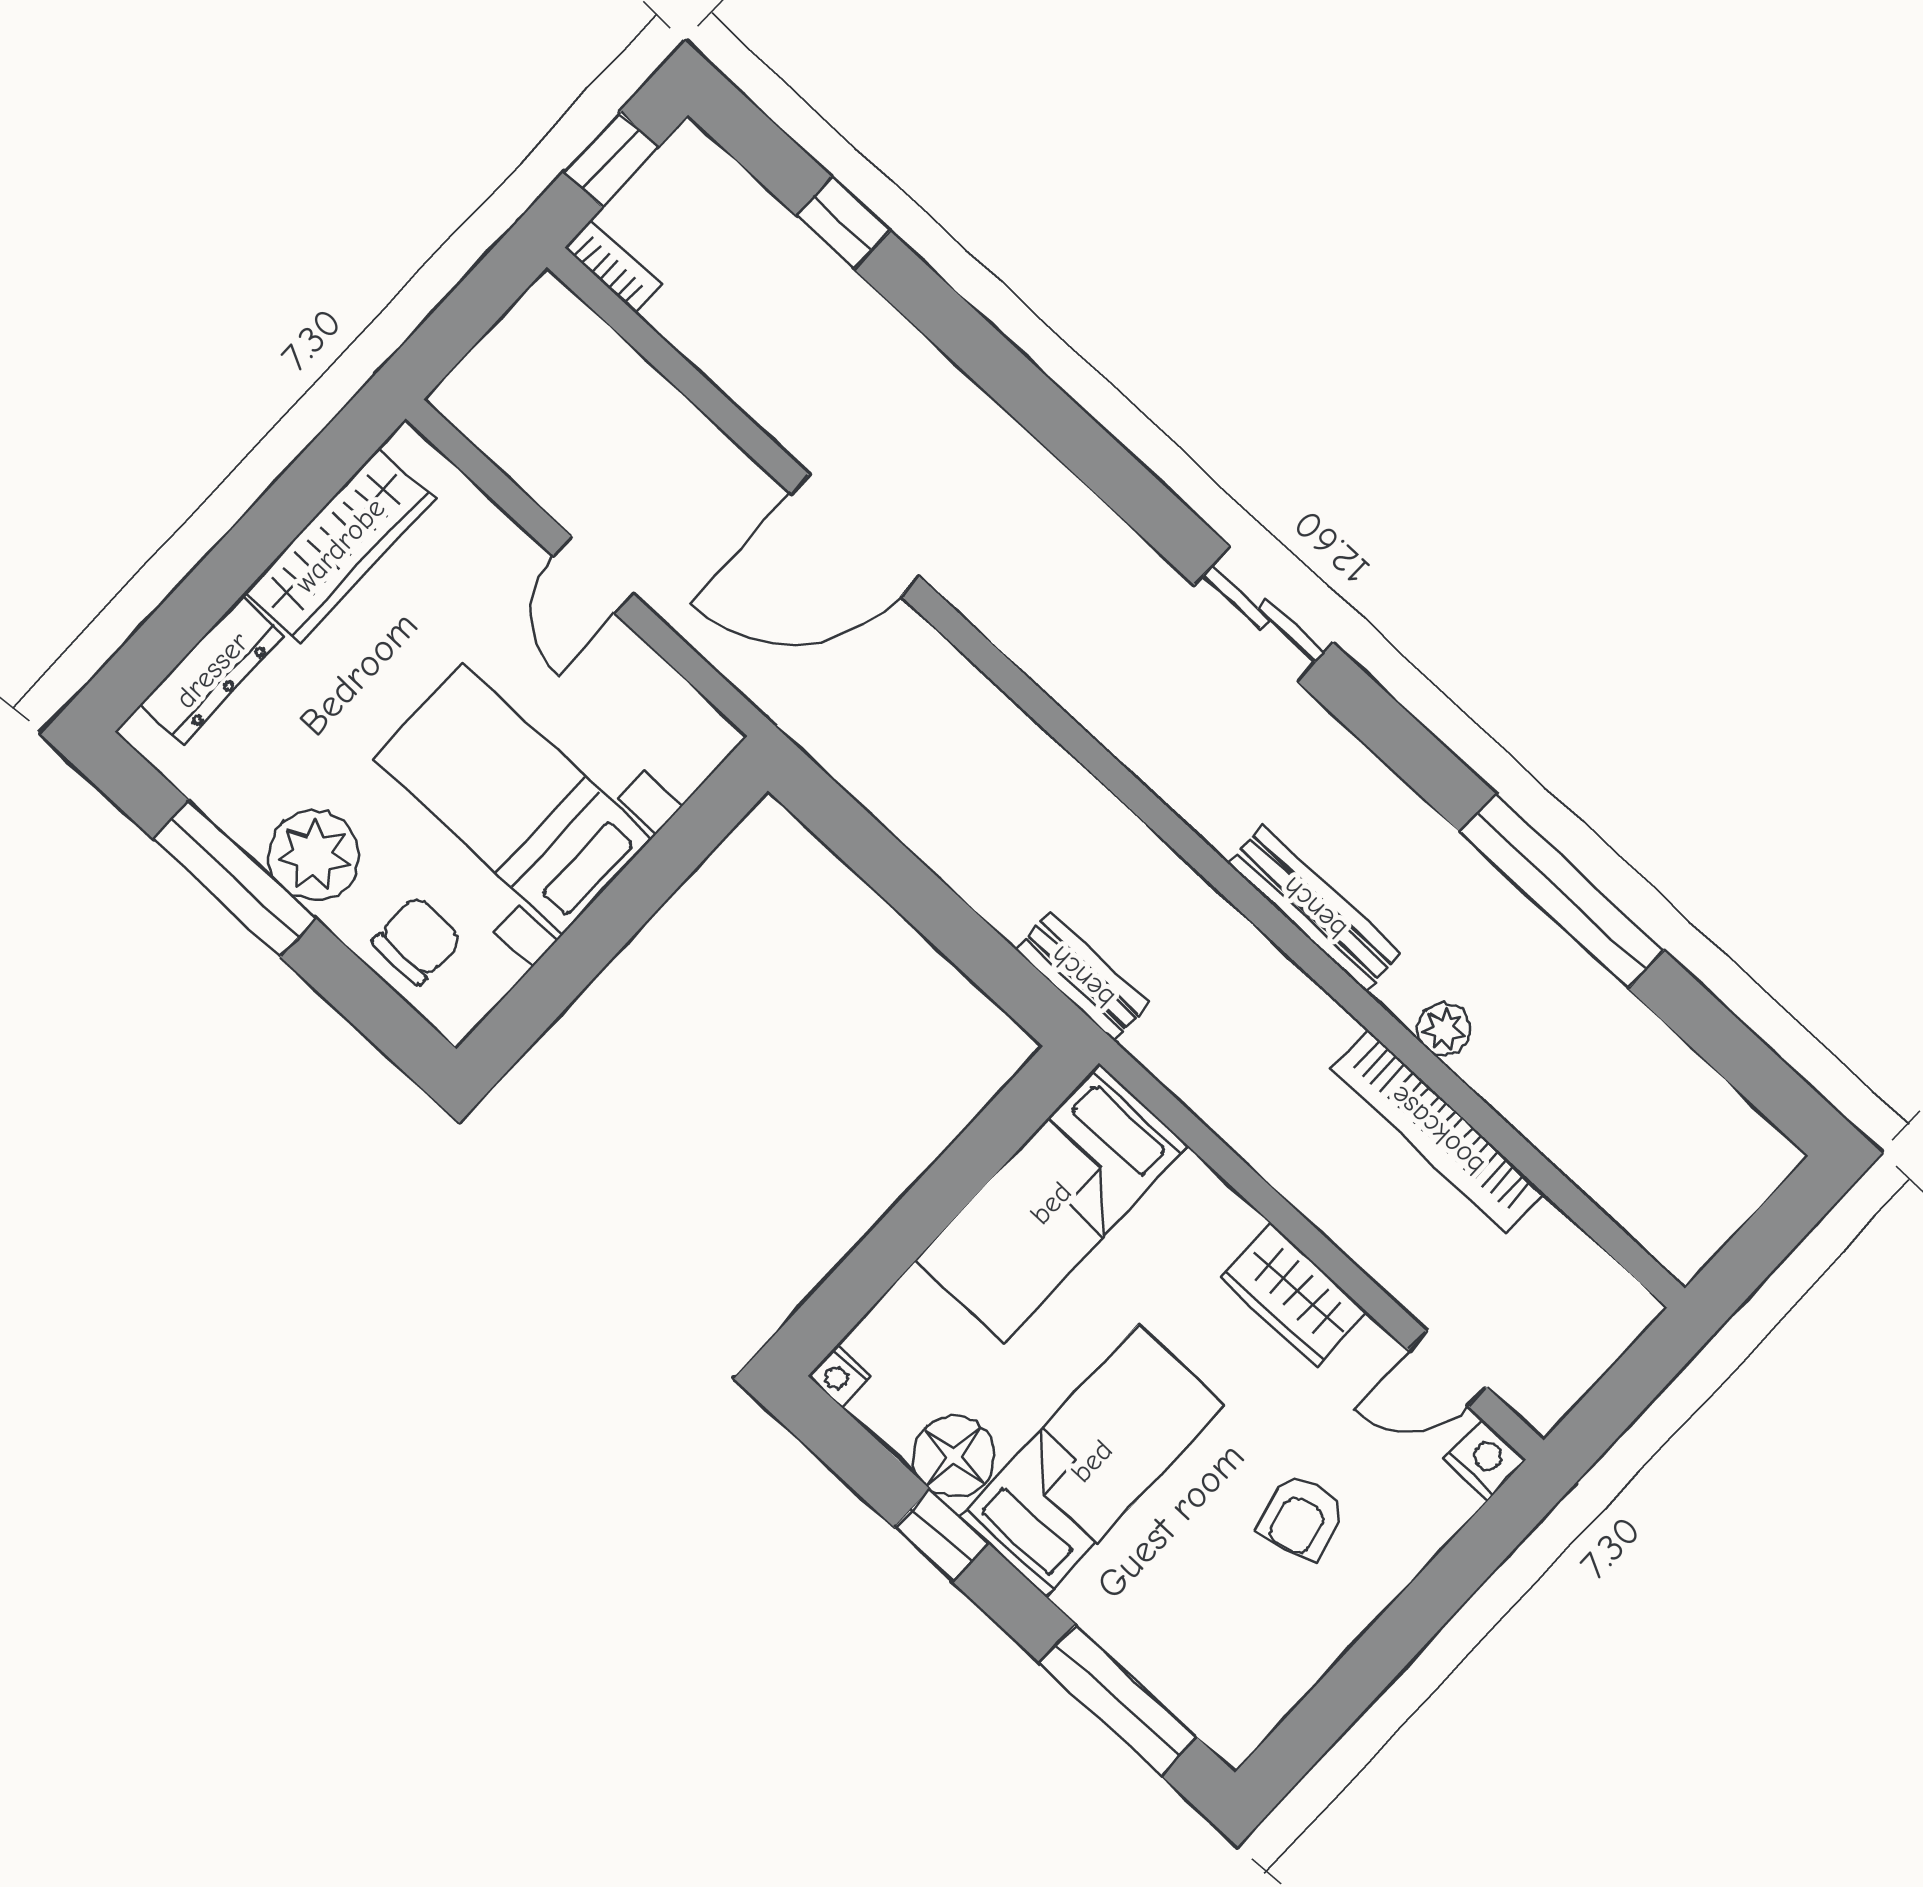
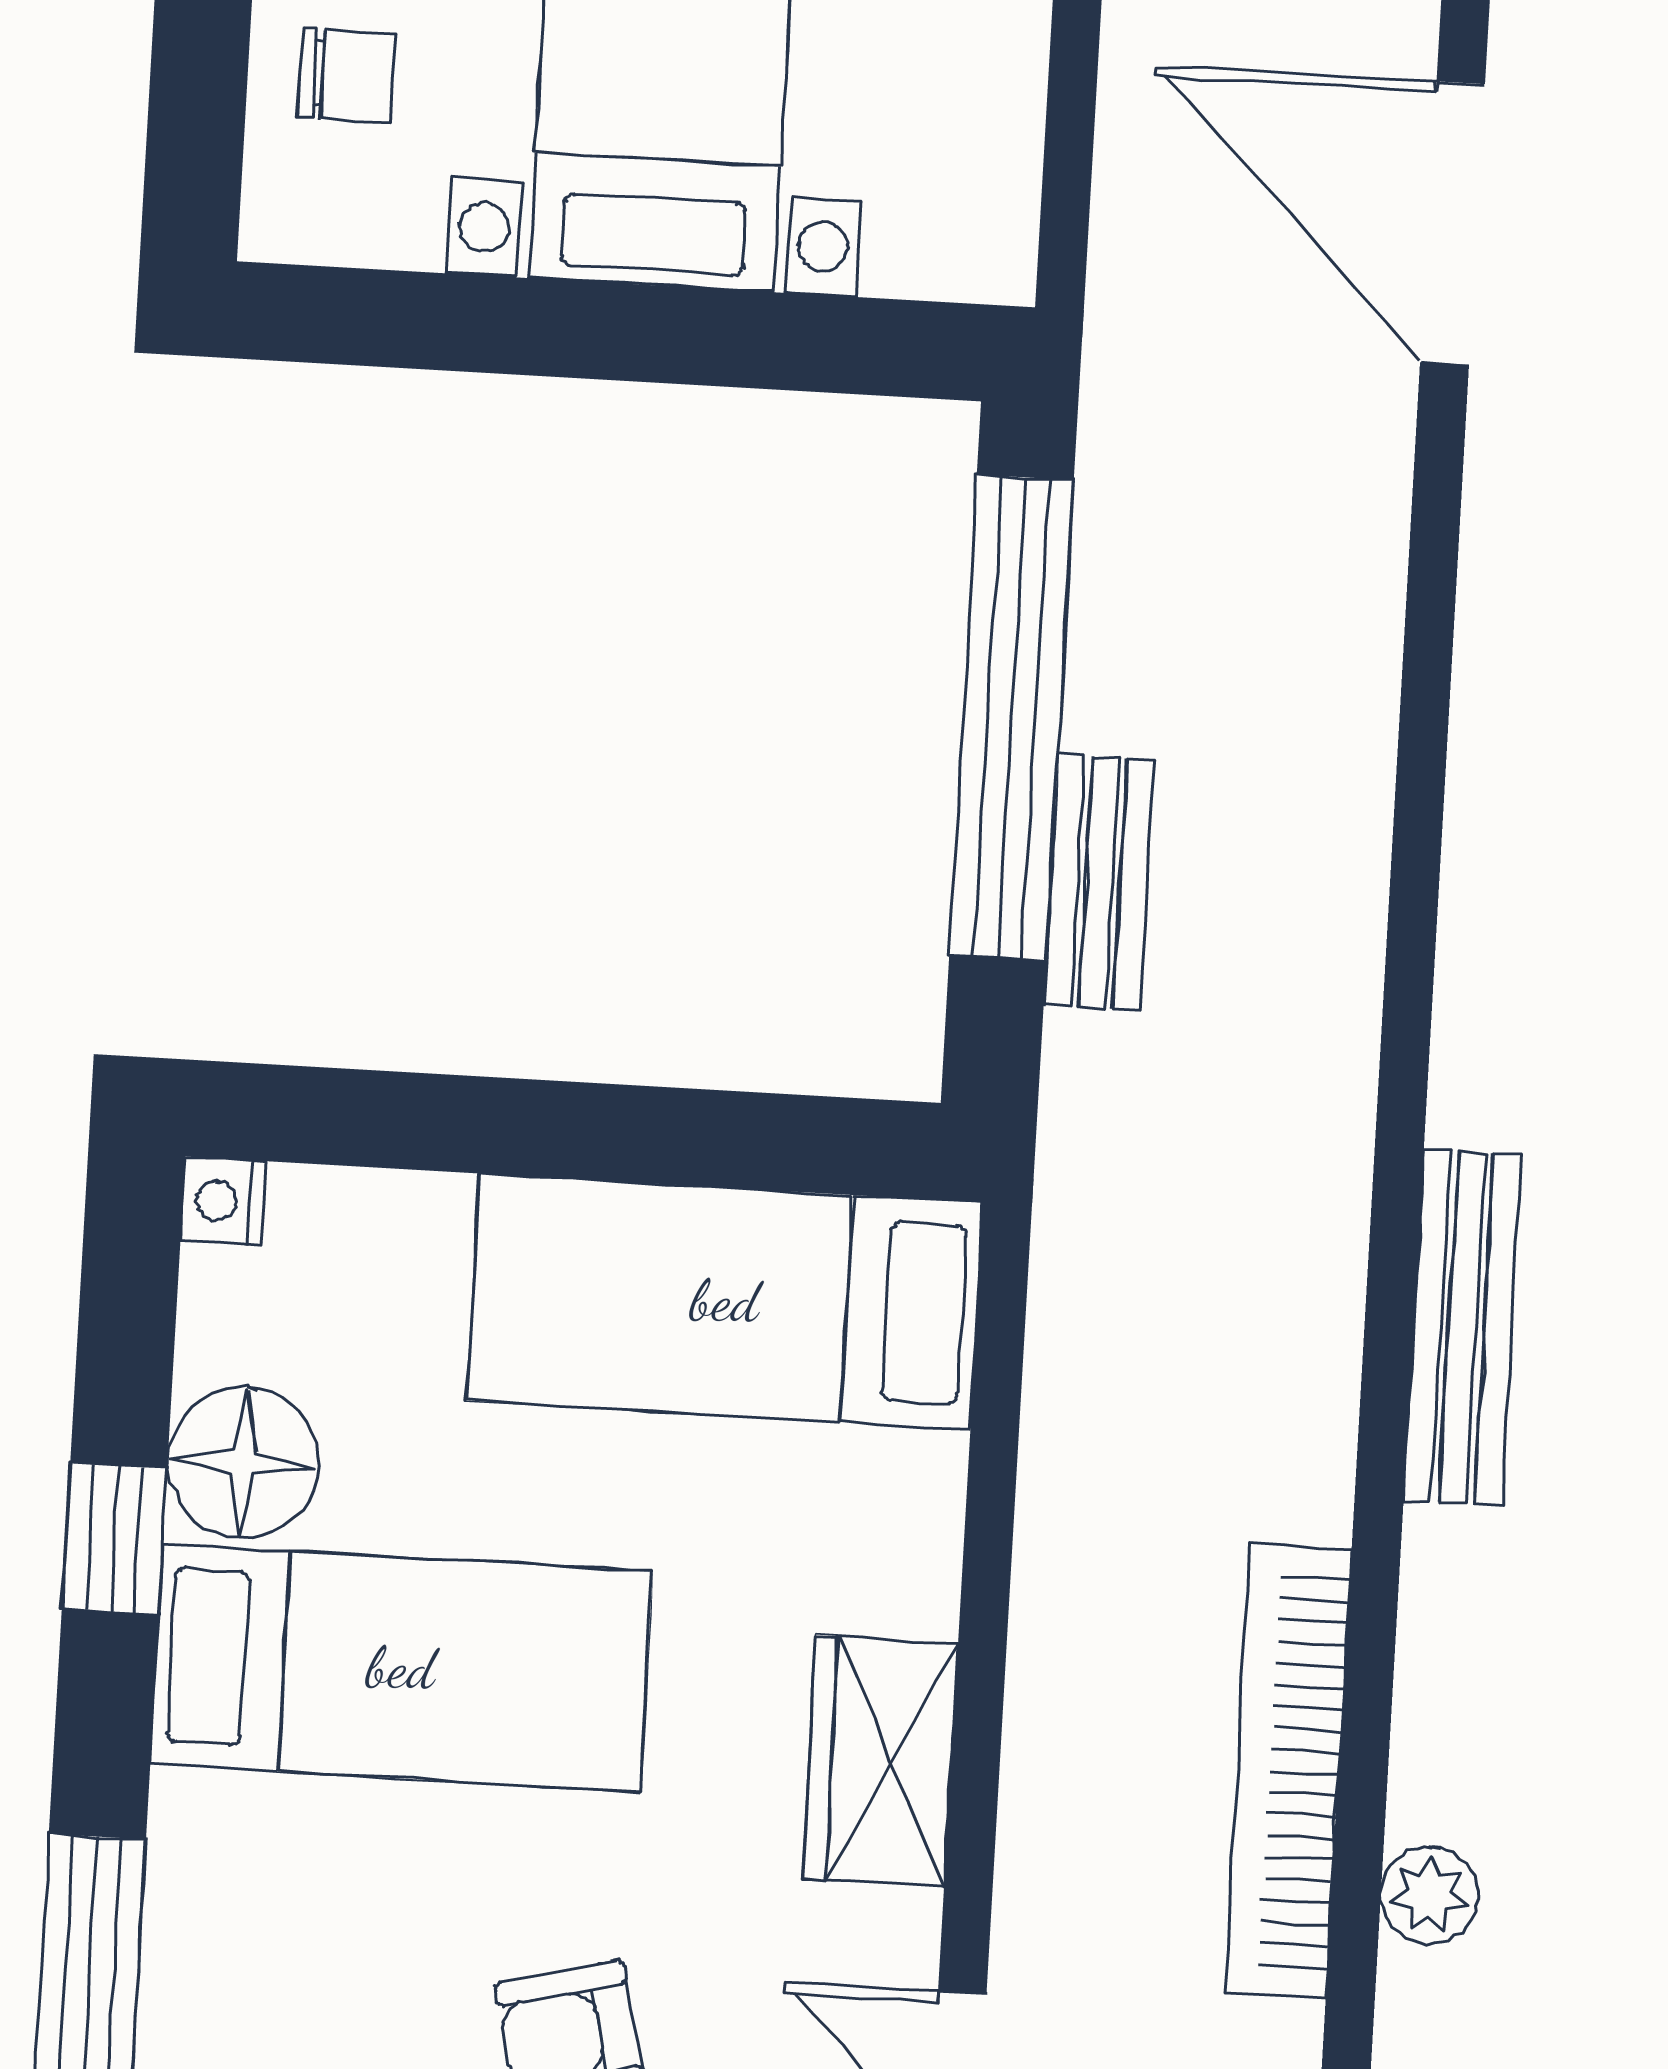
window: (909, 886) -> (1011, 718), added
chair: (417, 941) -> (346, 75), width x0.73, depth x0.73
bench: (1082, 977) -> (1099, 882), moved
plant: (1444, 1029) -> (1429, 1896), moved

